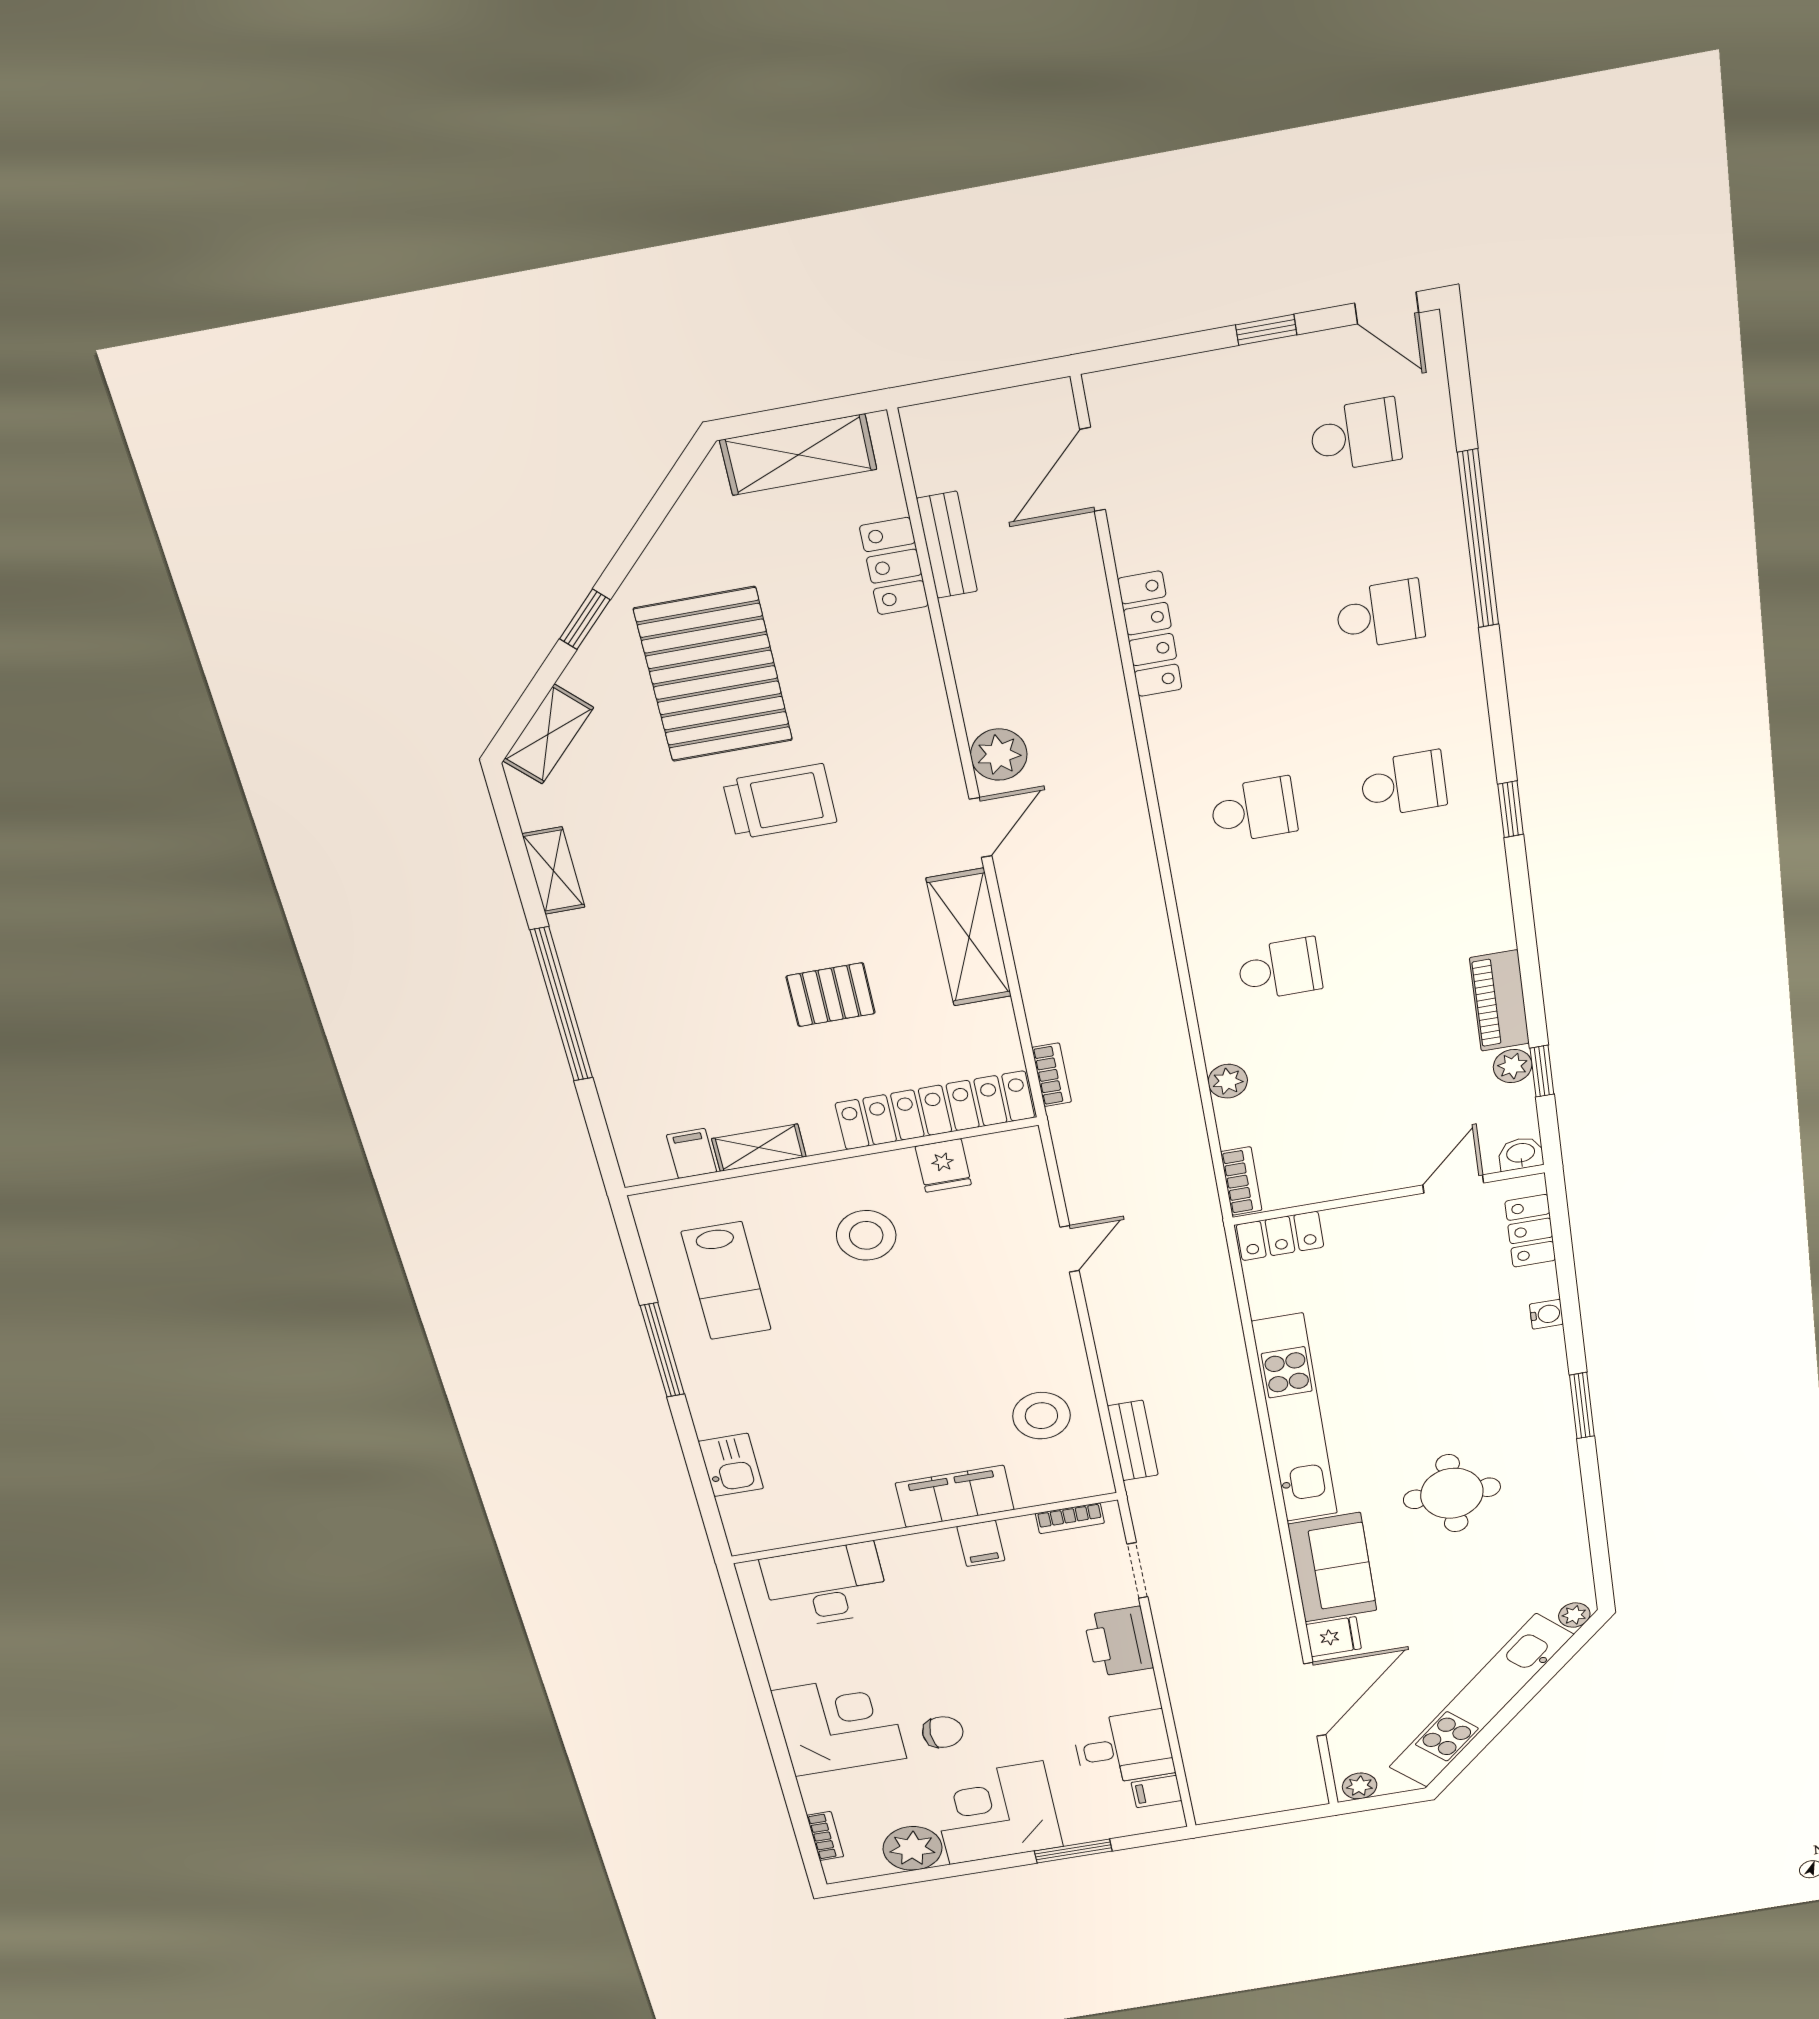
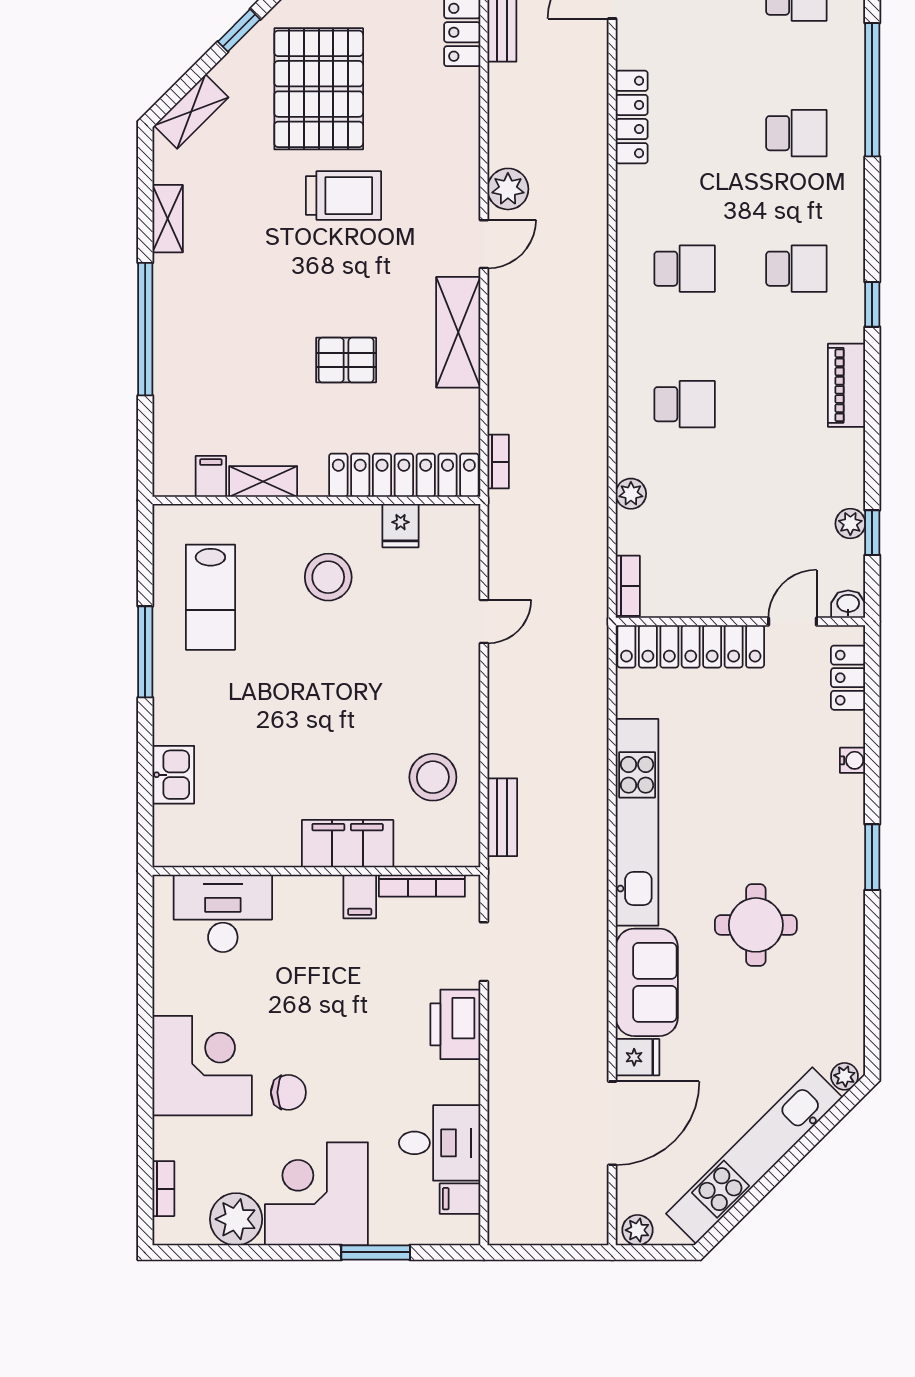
piano: (1499, 1001) -> (847, 385), moved
locker: (1280, 1236) -> (691, 646), width x2.16, depth x1.21
bookcase: (1070, 1518) -> (422, 886), width x1.56

